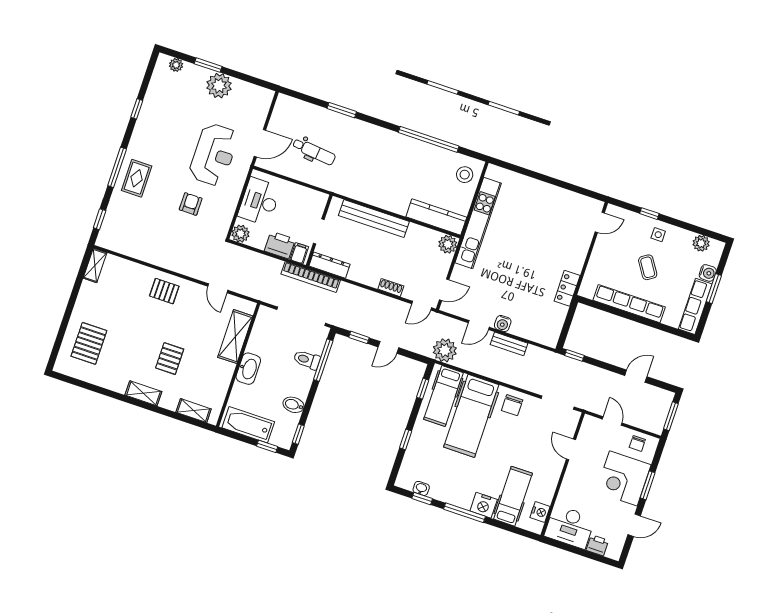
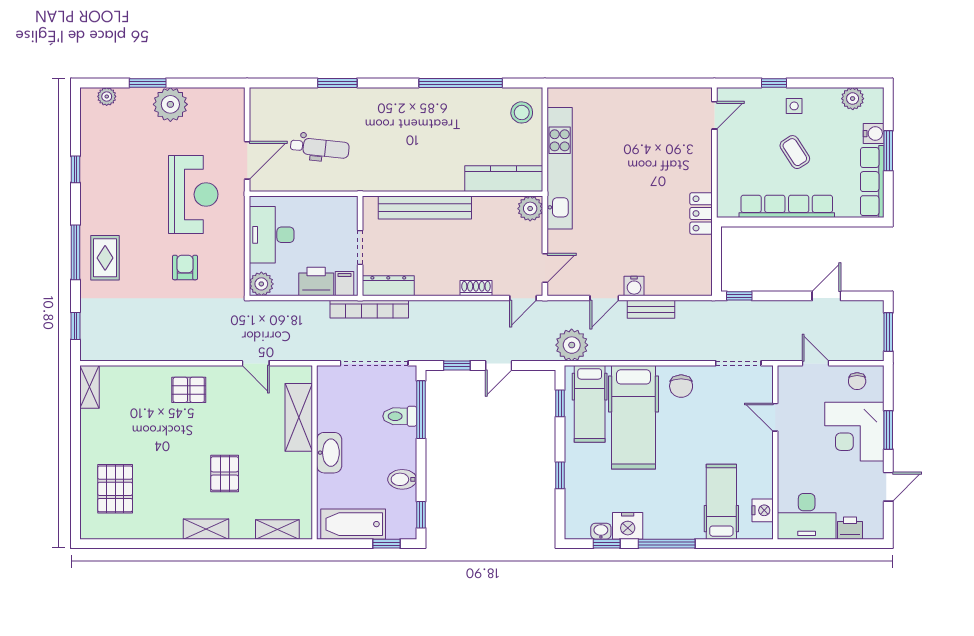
nightstand: (484, 505) -> (628, 526), moved

